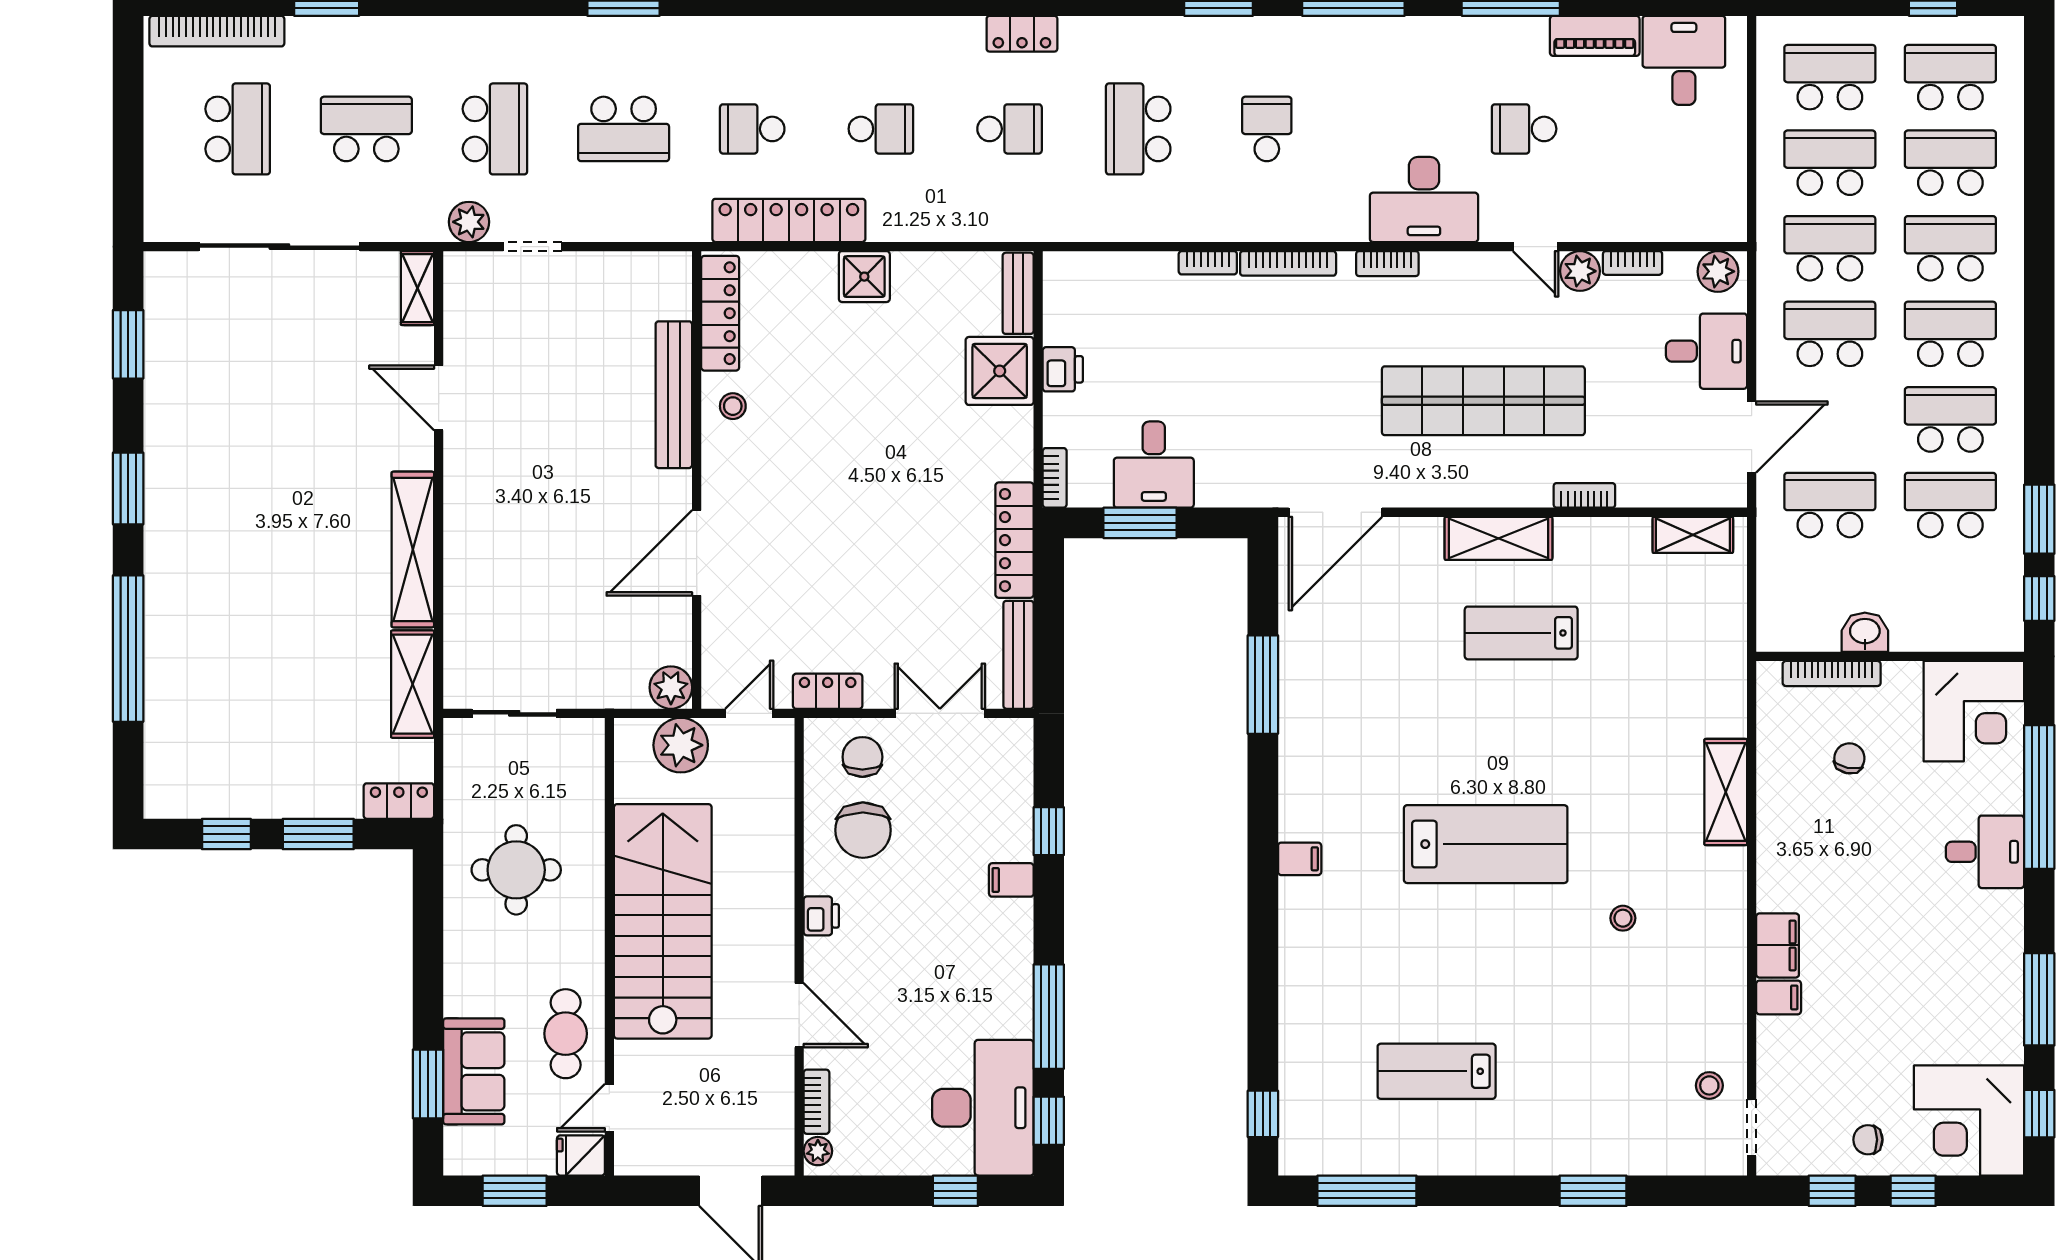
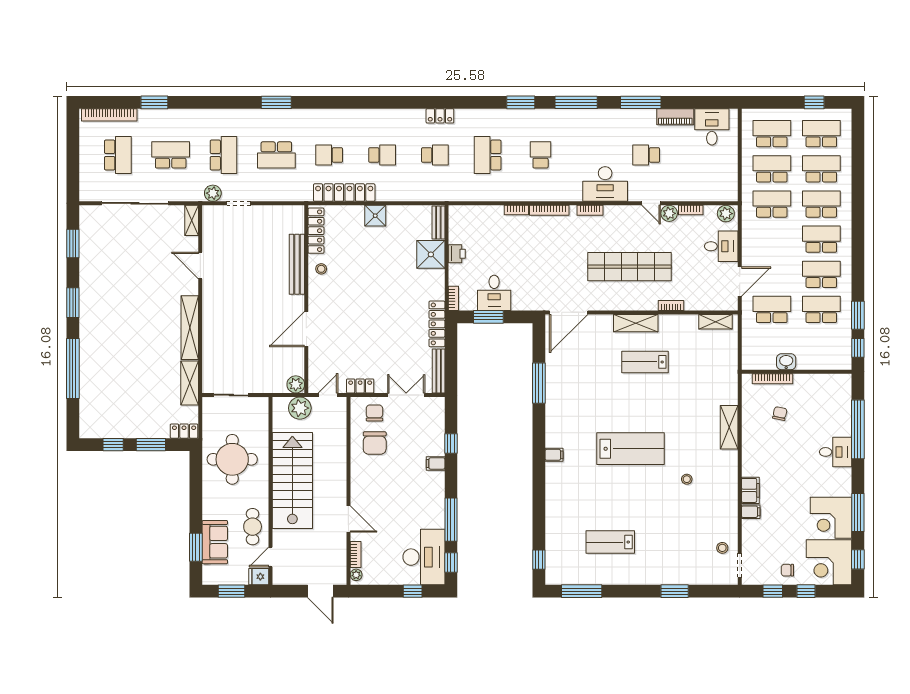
school desk: (1830, 334) -> (772, 239), removed
corner desk: (1974, 711) -> (831, 518), moved, turned 90
round table: (516, 870) -> (232, 459), width x1.36, depth x1.36
printer: (821, 916) -> (358, 478), removed

